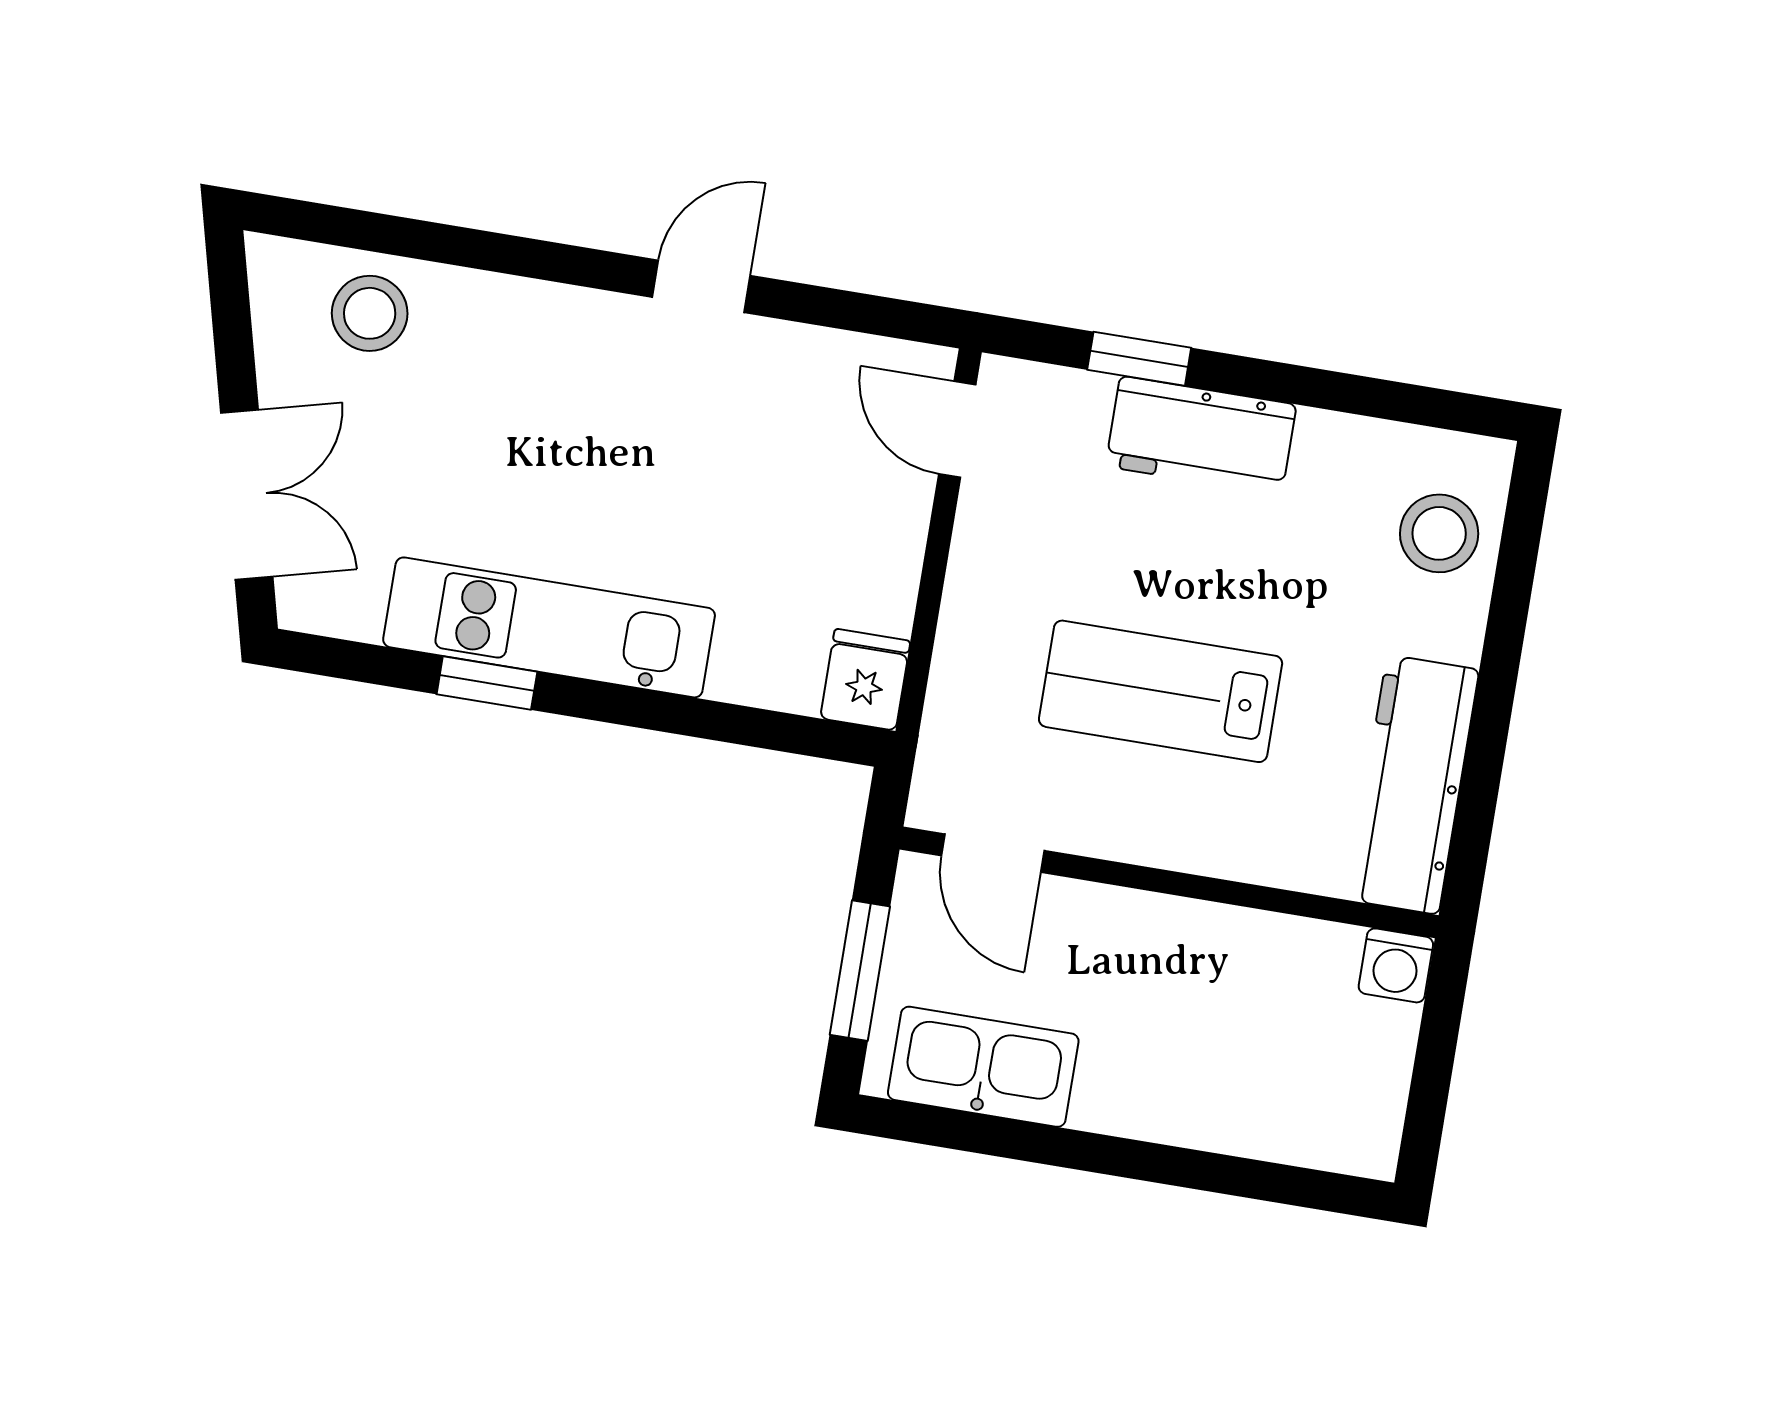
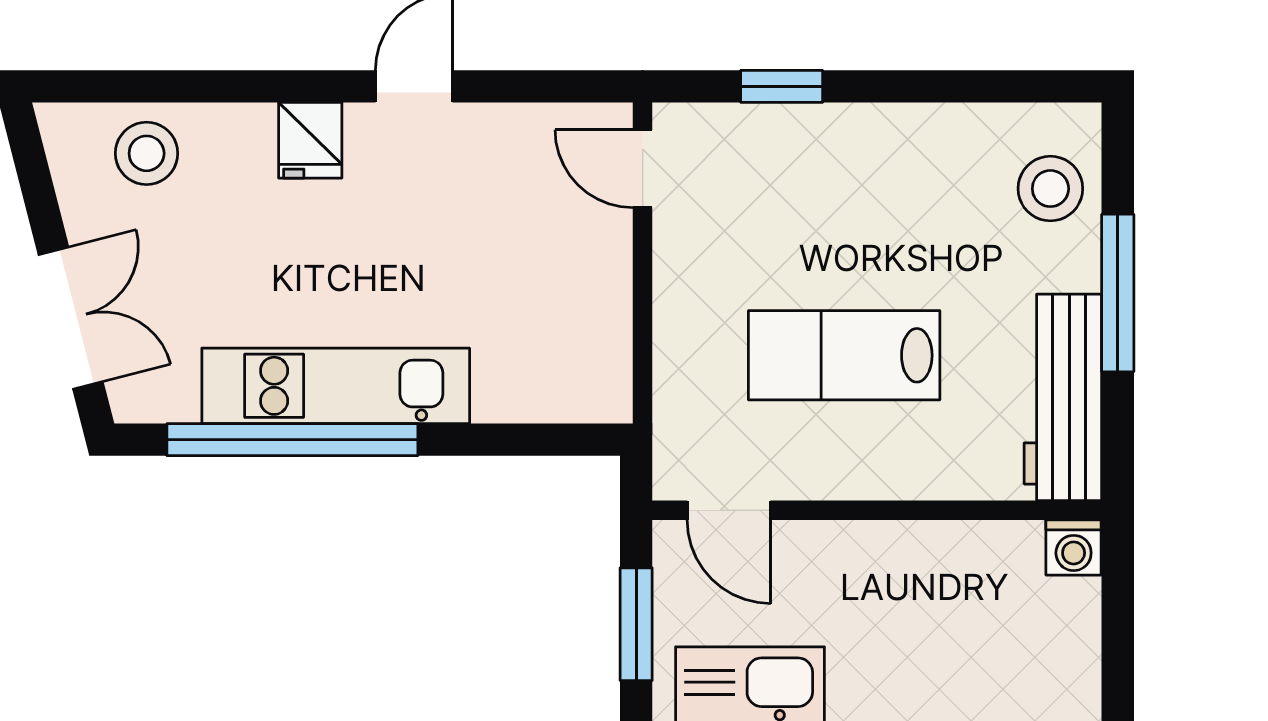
workbench: (1201, 436) -> (843, 141), removed
window: (1499, 671) -> (1118, 293), added
fridge: (865, 680) -> (310, 140), moved, turned 180
window: (487, 683) -> (292, 440), width x3.17

